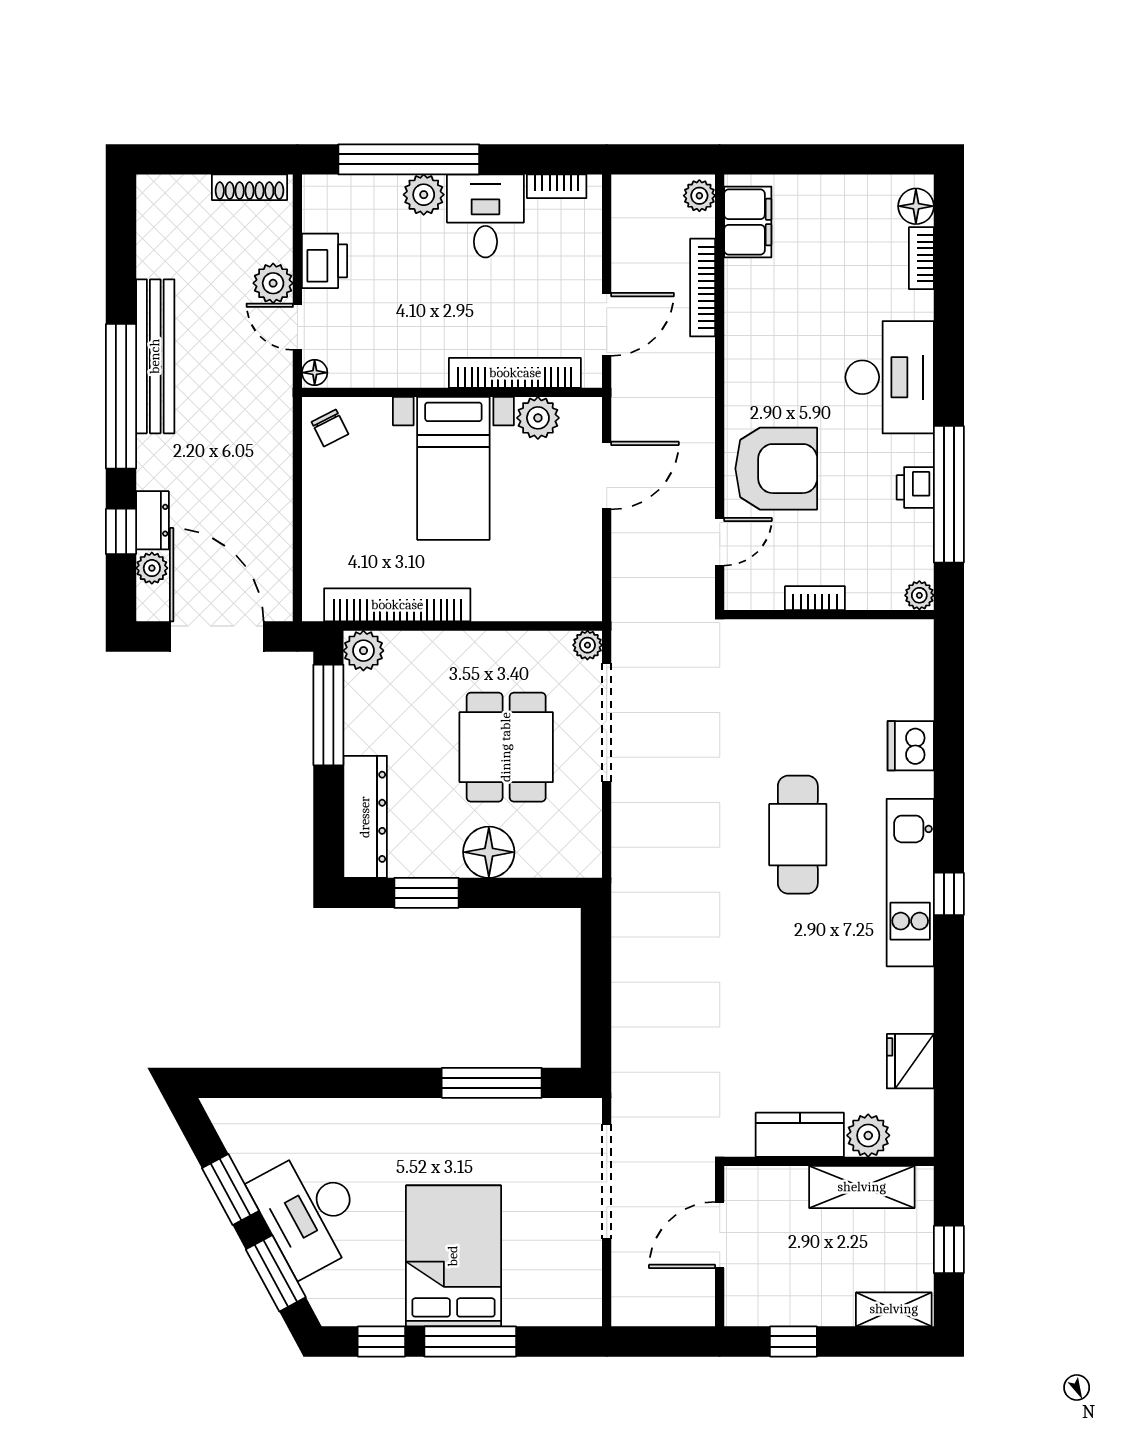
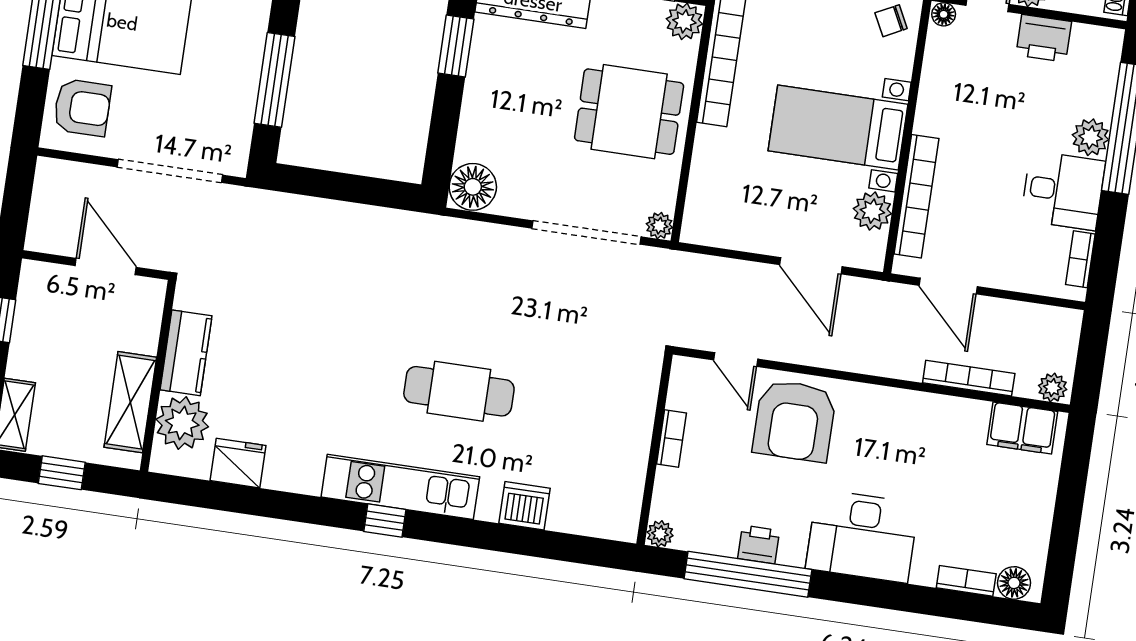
dining table: (506, 747) -> (629, 112), moved
floor lamp: (489, 852) -> (473, 187), moved
plant: (868, 1135) -> (182, 423), width x1.36, depth x1.36
armchair: (552, 1286) -> (82, 108), added

